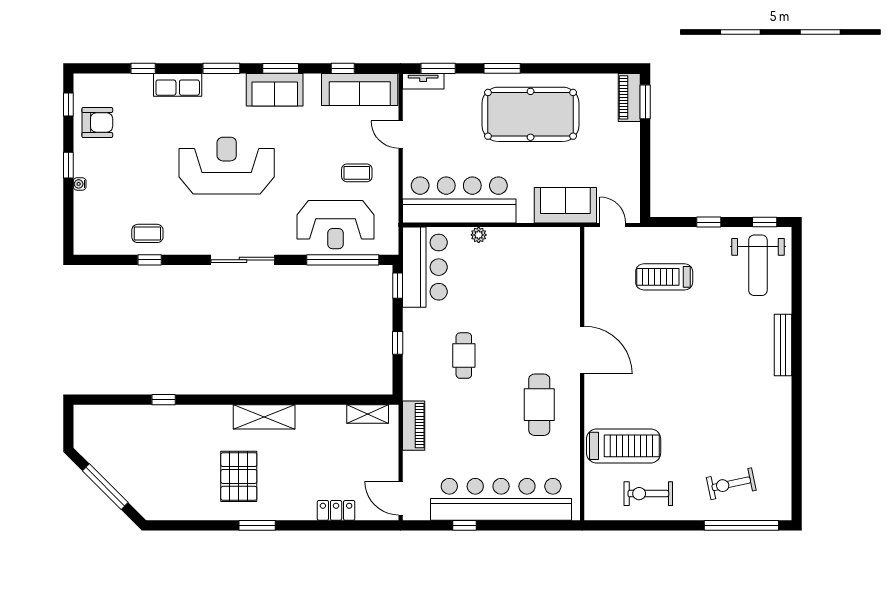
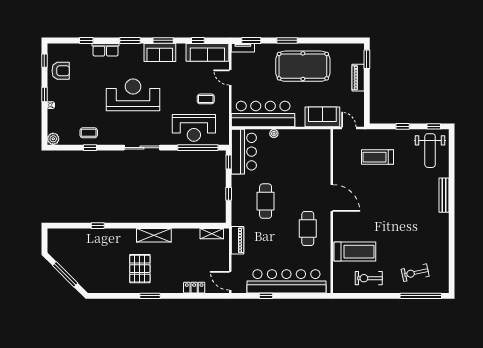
piano: (629, 97) -> (358, 78), moved
plant: (84, 244) -> (53, 139), added
cafe table: (464, 356) -> (266, 201), width x1.37, depth x1.35

